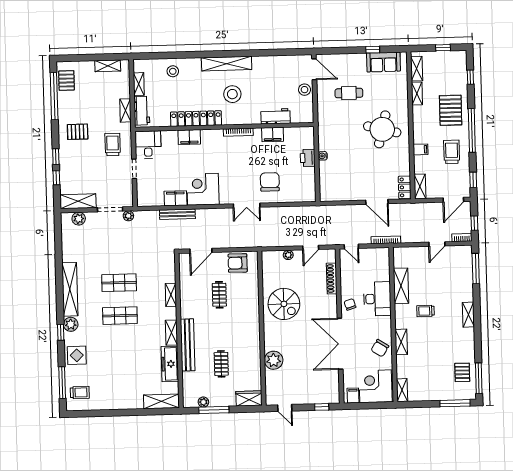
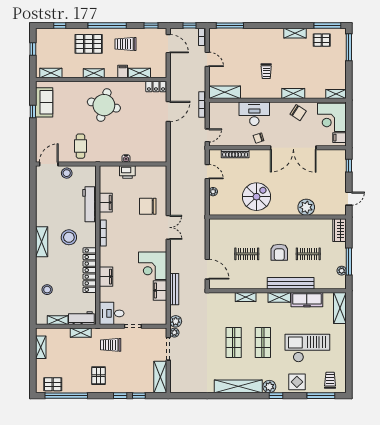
shelving: (227, 64) -> (42, 242), width x0.68
cafe table: (349, 93) -> (80, 146), moved
shelving: (417, 94) -> (94, 73), moved
workbench: (276, 116) -> (90, 204), width x1.38
shelving: (420, 186) -> (139, 73), moved
plant: (79, 219) -> (176, 321), moved
armchair: (238, 263) -> (279, 252), moved
shelving: (401, 286) -> (225, 92), moved
shelving: (468, 315) -> (295, 33), moved
checkout: (115, 366) -> (307, 348), added

